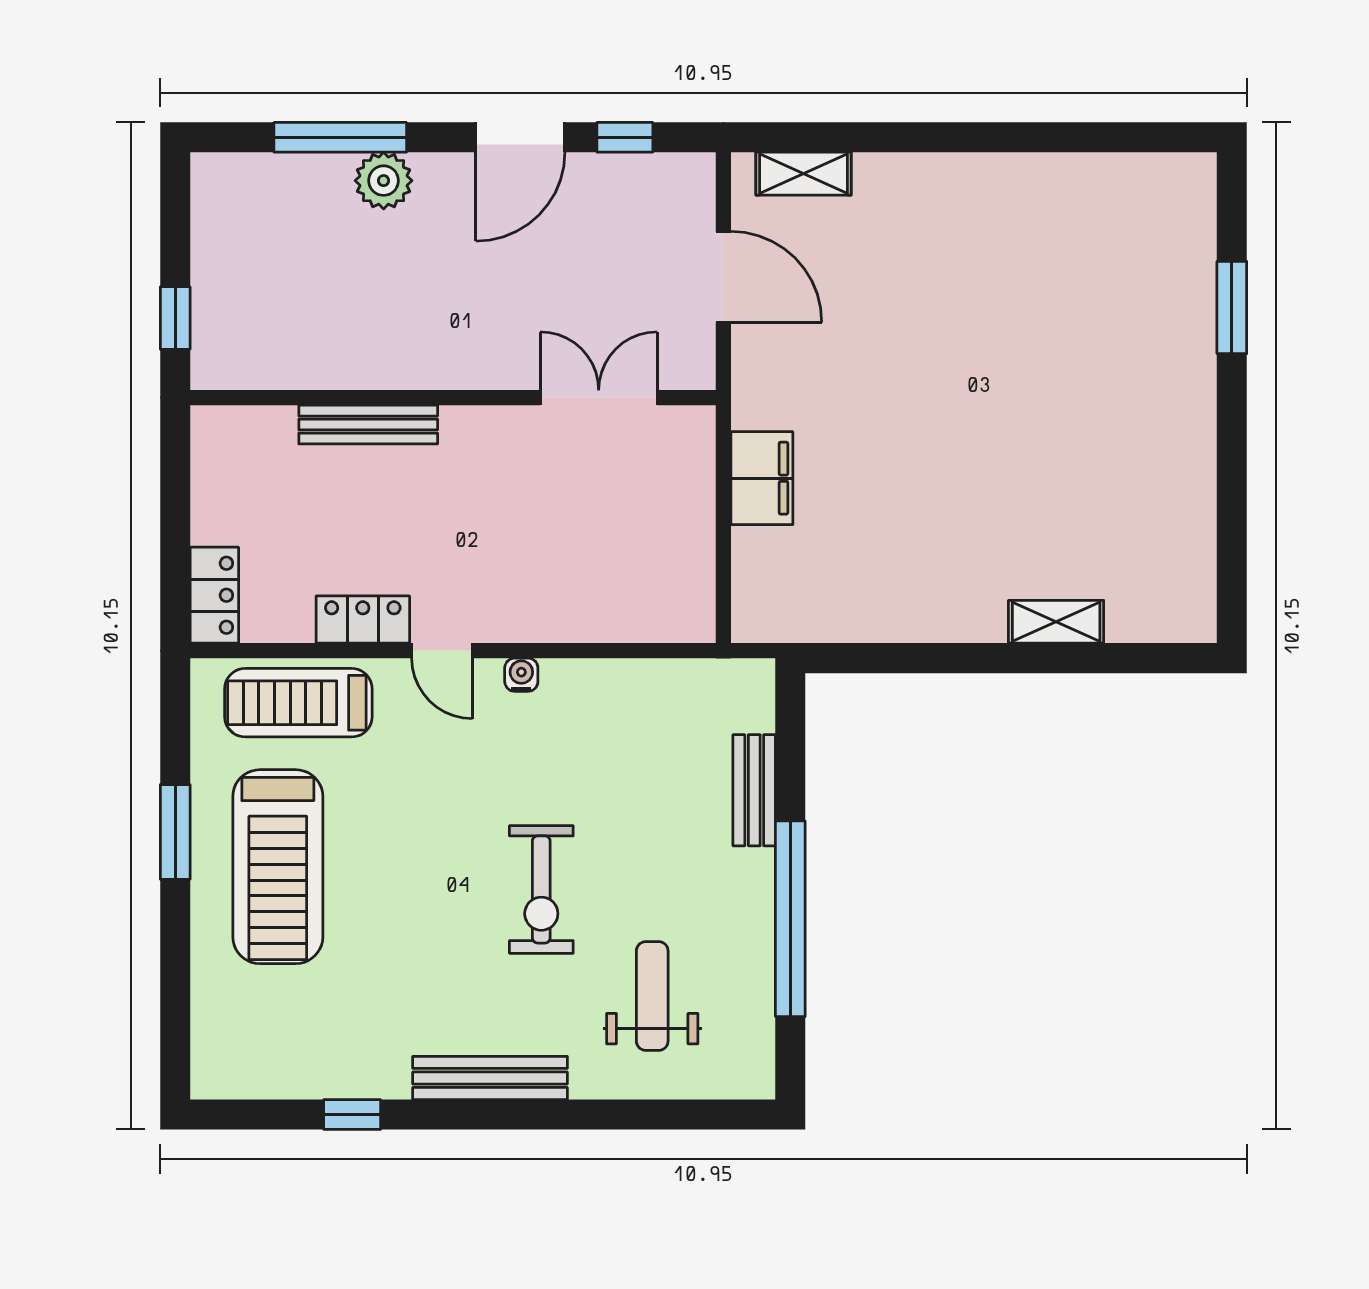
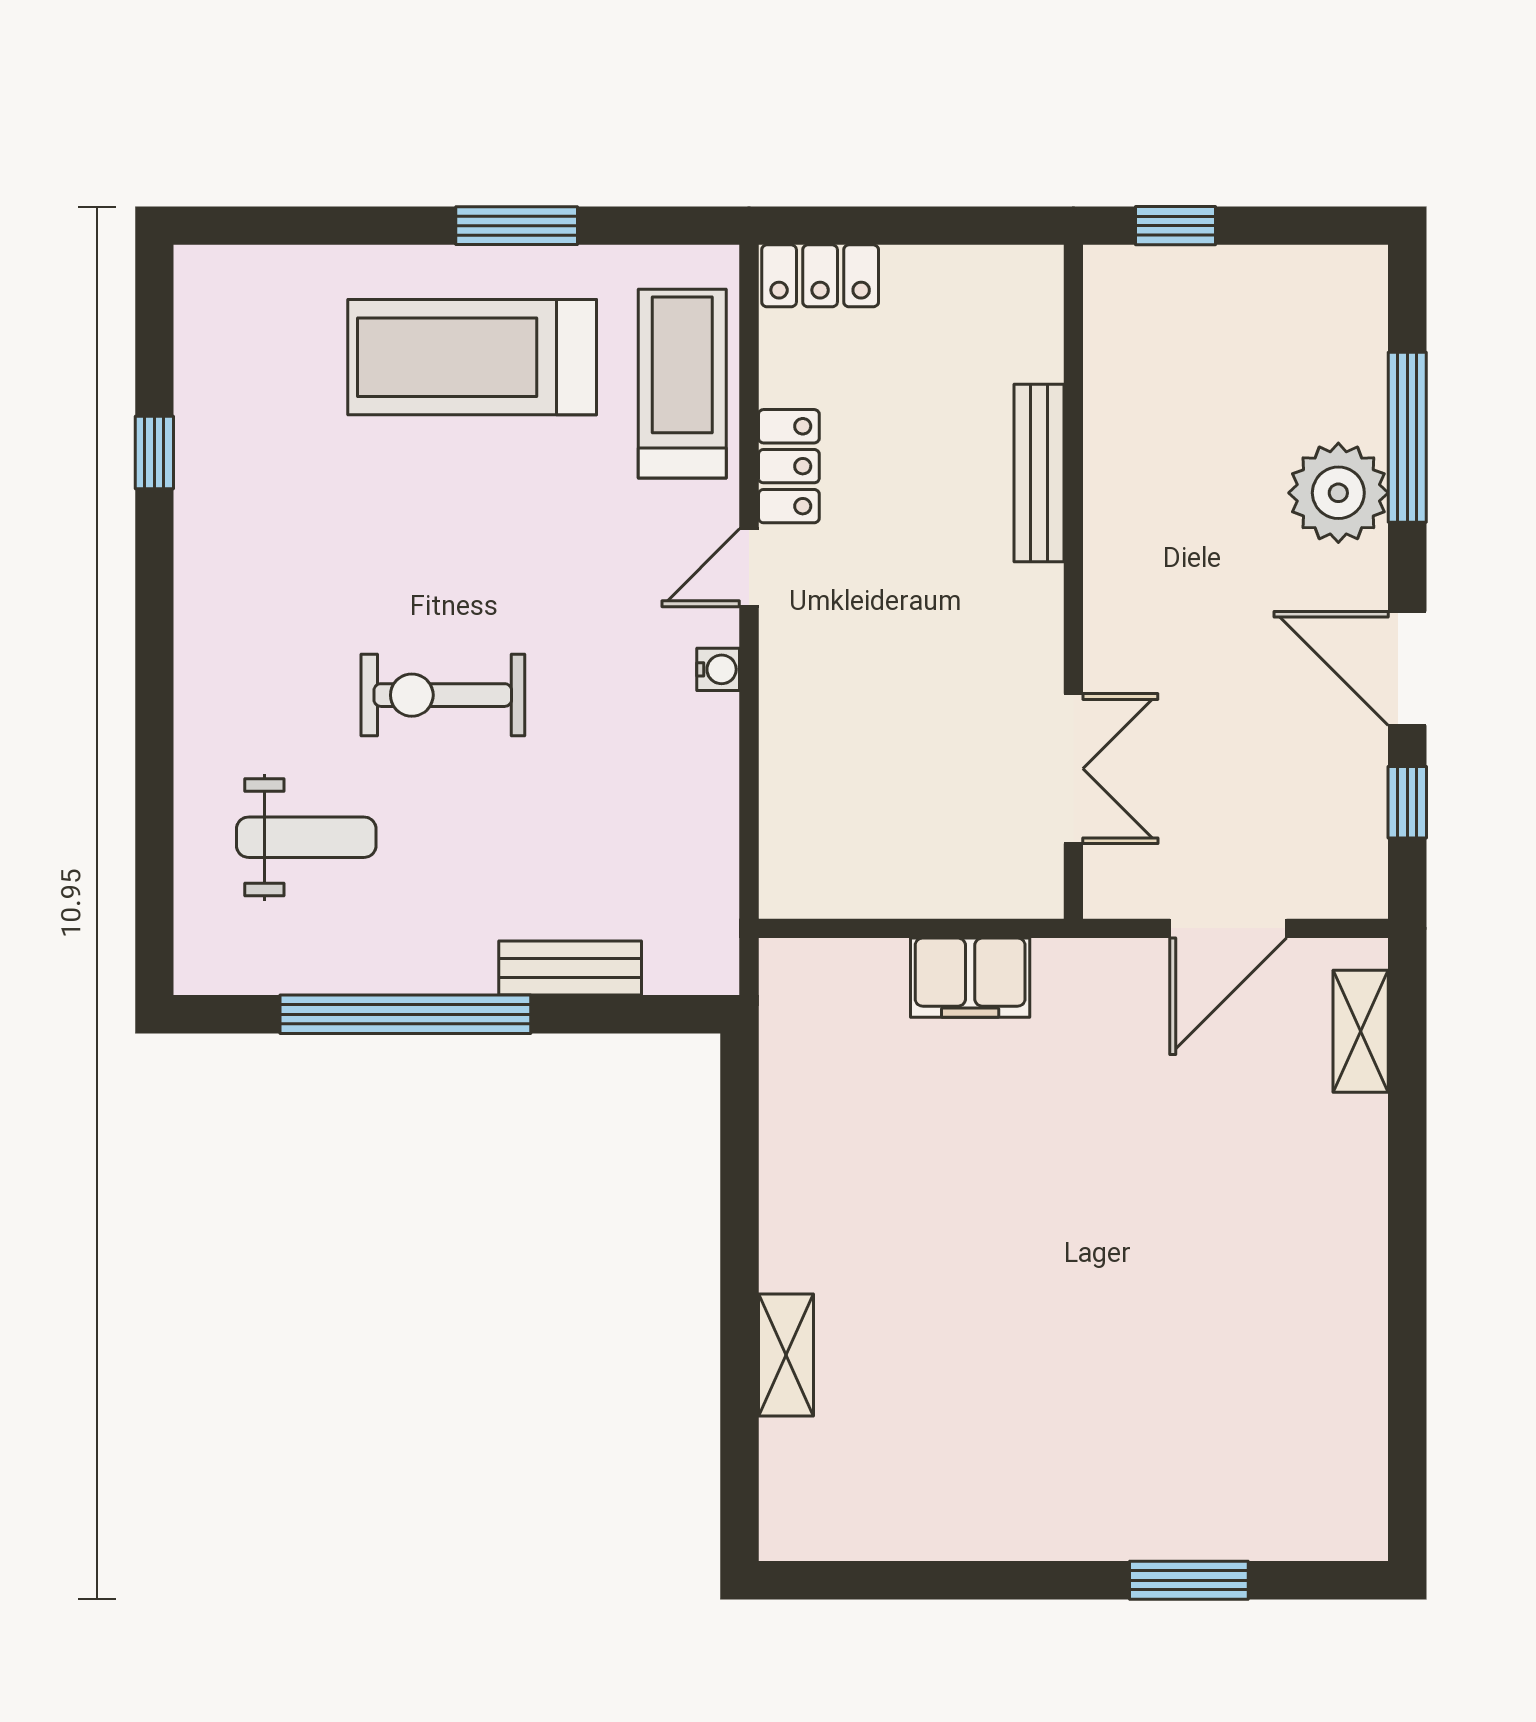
plant: (384, 181) -> (1338, 493), width x1.36, depth x1.36
bench: (490, 1078) -> (201, 629), removed

